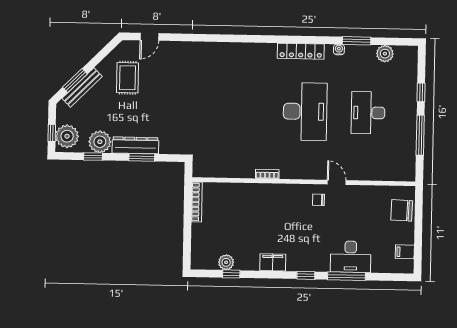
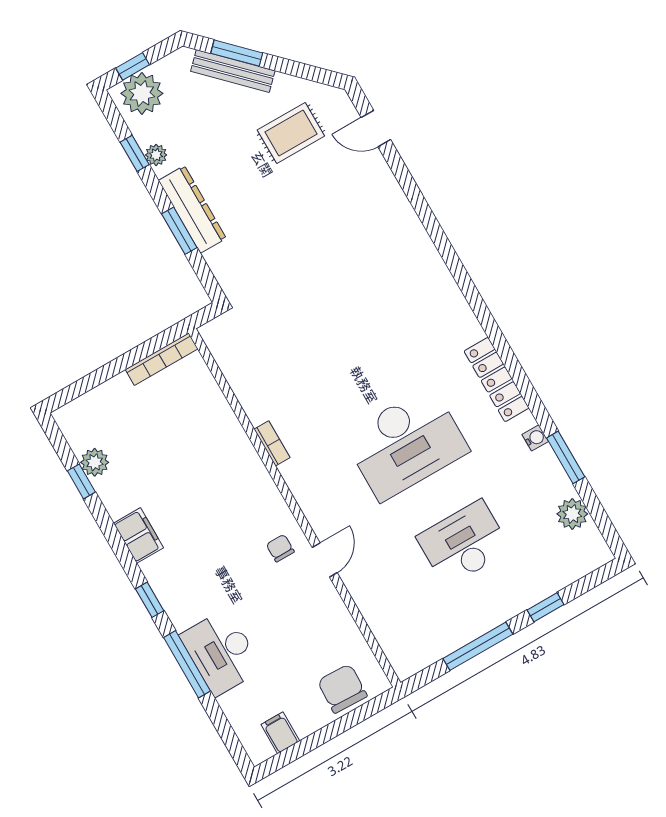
plant: (100, 142) -> (156, 155), width x0.53, depth x0.53

